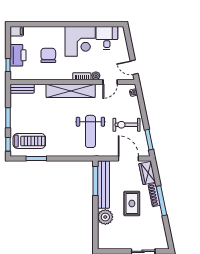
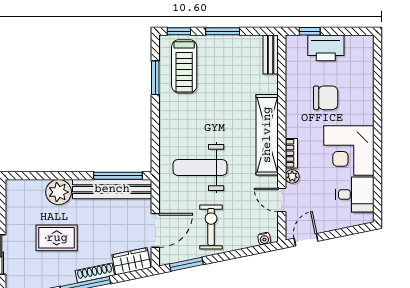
filing cabinet: (17, 31) -> (366, 46), removed
rug: (132, 204) -> (57, 238), moved

